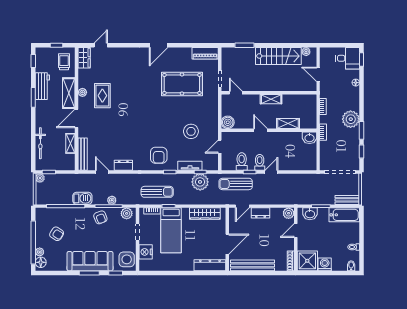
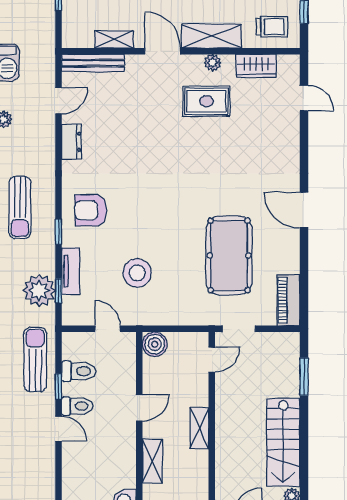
wardrobe: (84, 58) -> (256, 66), moved

